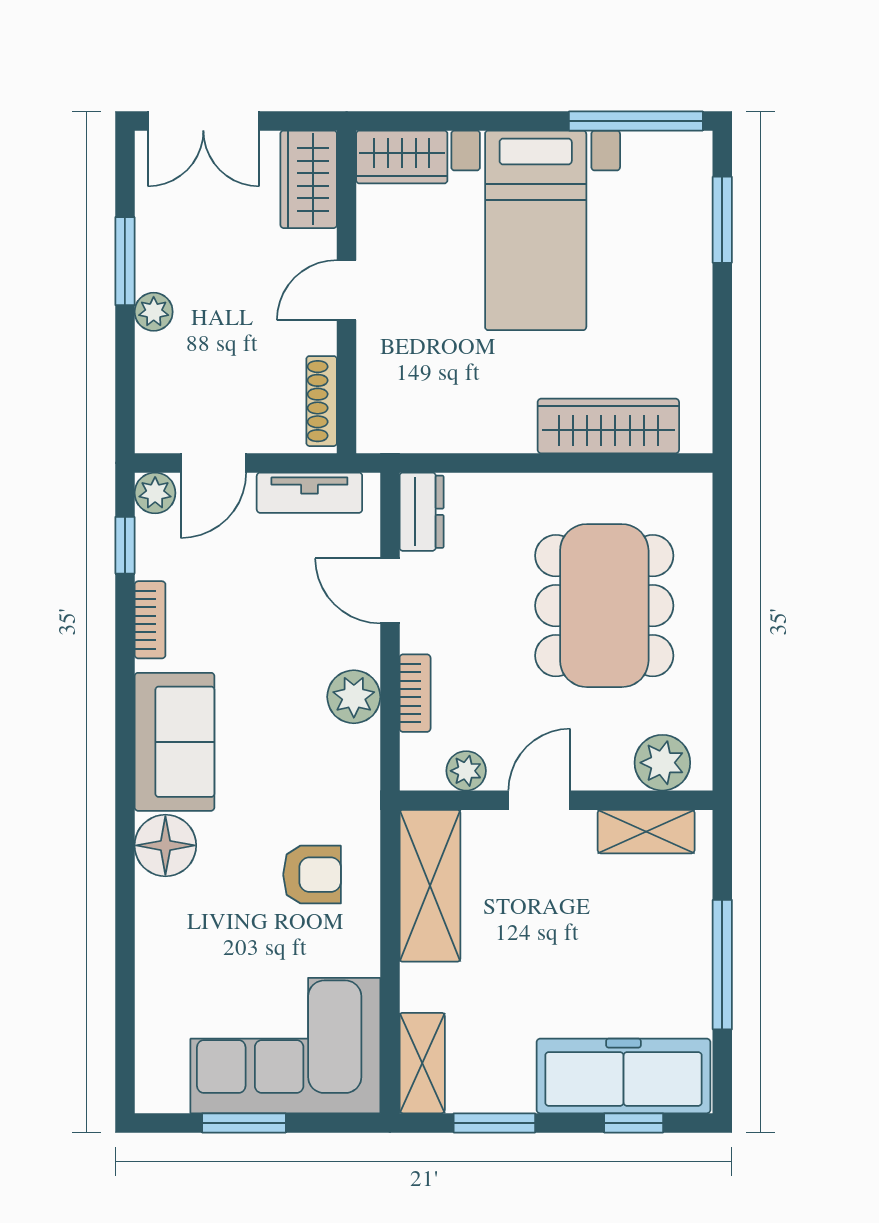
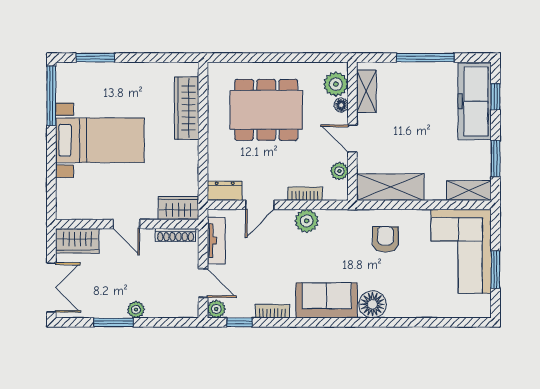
wardrobe: (402, 157) -> (178, 208), moved, turned -90
floor lamp: (615, 775) -> (341, 105), added

